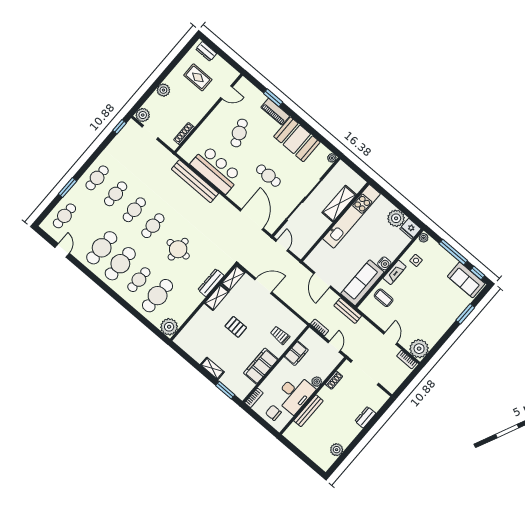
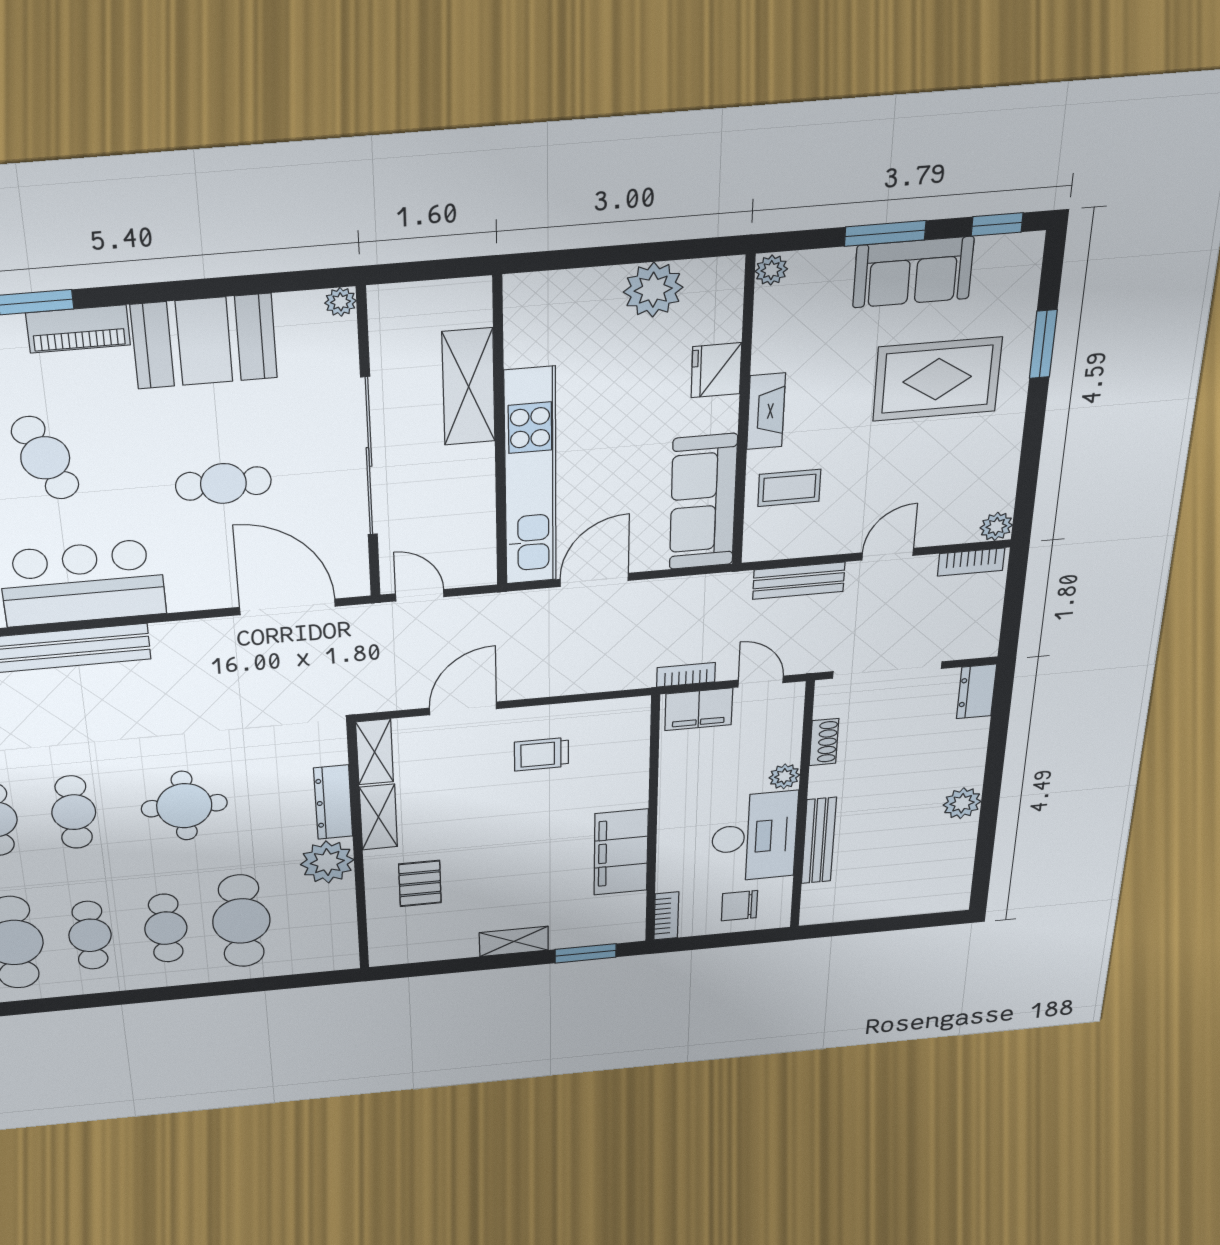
kitchen unit: (351, 216) -> (530, 477), moved
fridge: (410, 229) -> (716, 370), moved, turned 90
window: (453, 252) -> (885, 233), width x0.69
side table: (416, 260) -> (799, 338), removed
water cooler: (384, 263) -> (720, 415), removed
cafe table: (120, 264) -> (90, 935), width x0.73, depth x0.74
door: (322, 280) -> (594, 580), swing flipped
sofa: (466, 280) -> (913, 272), moved
rug: (436, 301) -> (937, 379), added
bench: (348, 311) -> (799, 581), moved
plant: (169, 327) -> (327, 862), moved
pallet: (236, 327) -> (420, 883), moved, turned 90
trolley: (280, 335) -> (541, 754), moved
door: (390, 338) -> (888, 554), hinge flipped
plant: (419, 349) -> (996, 526), width x0.53, depth x0.53
filing cabinet: (296, 353) -> (699, 709), moved, turned 90
dresser: (365, 417) -> (977, 691), moved
plant: (337, 450) -> (962, 803), moved

